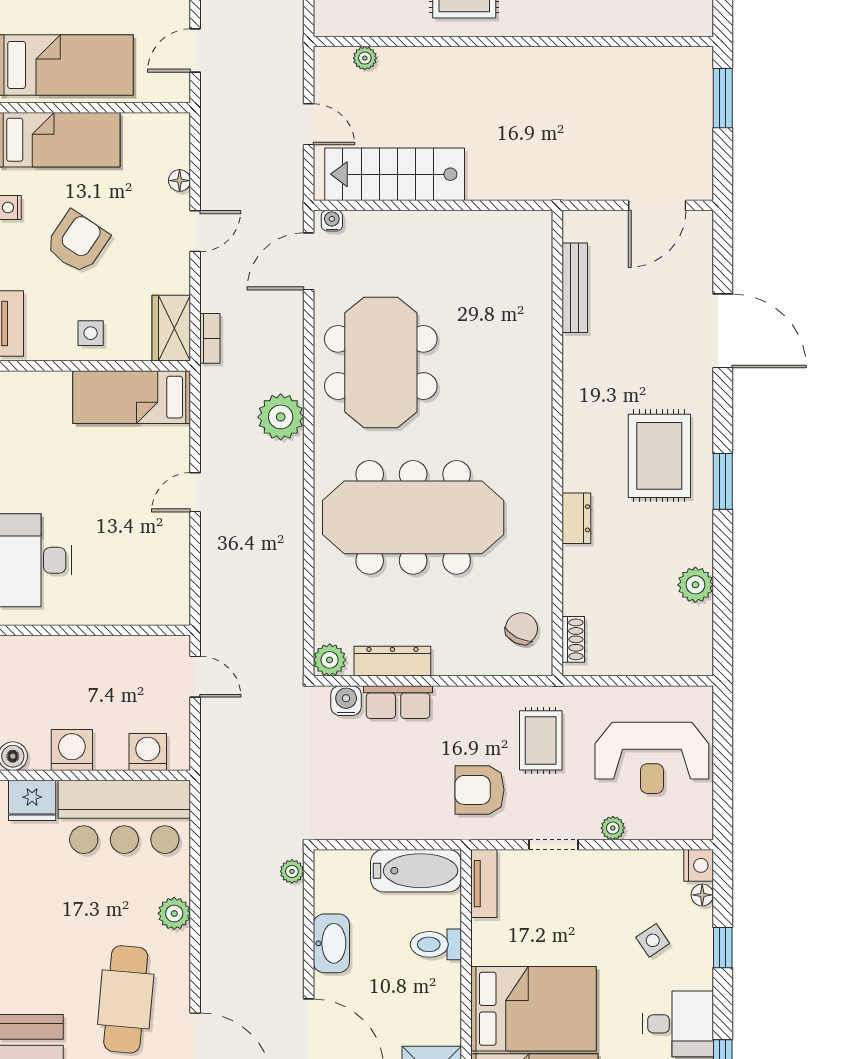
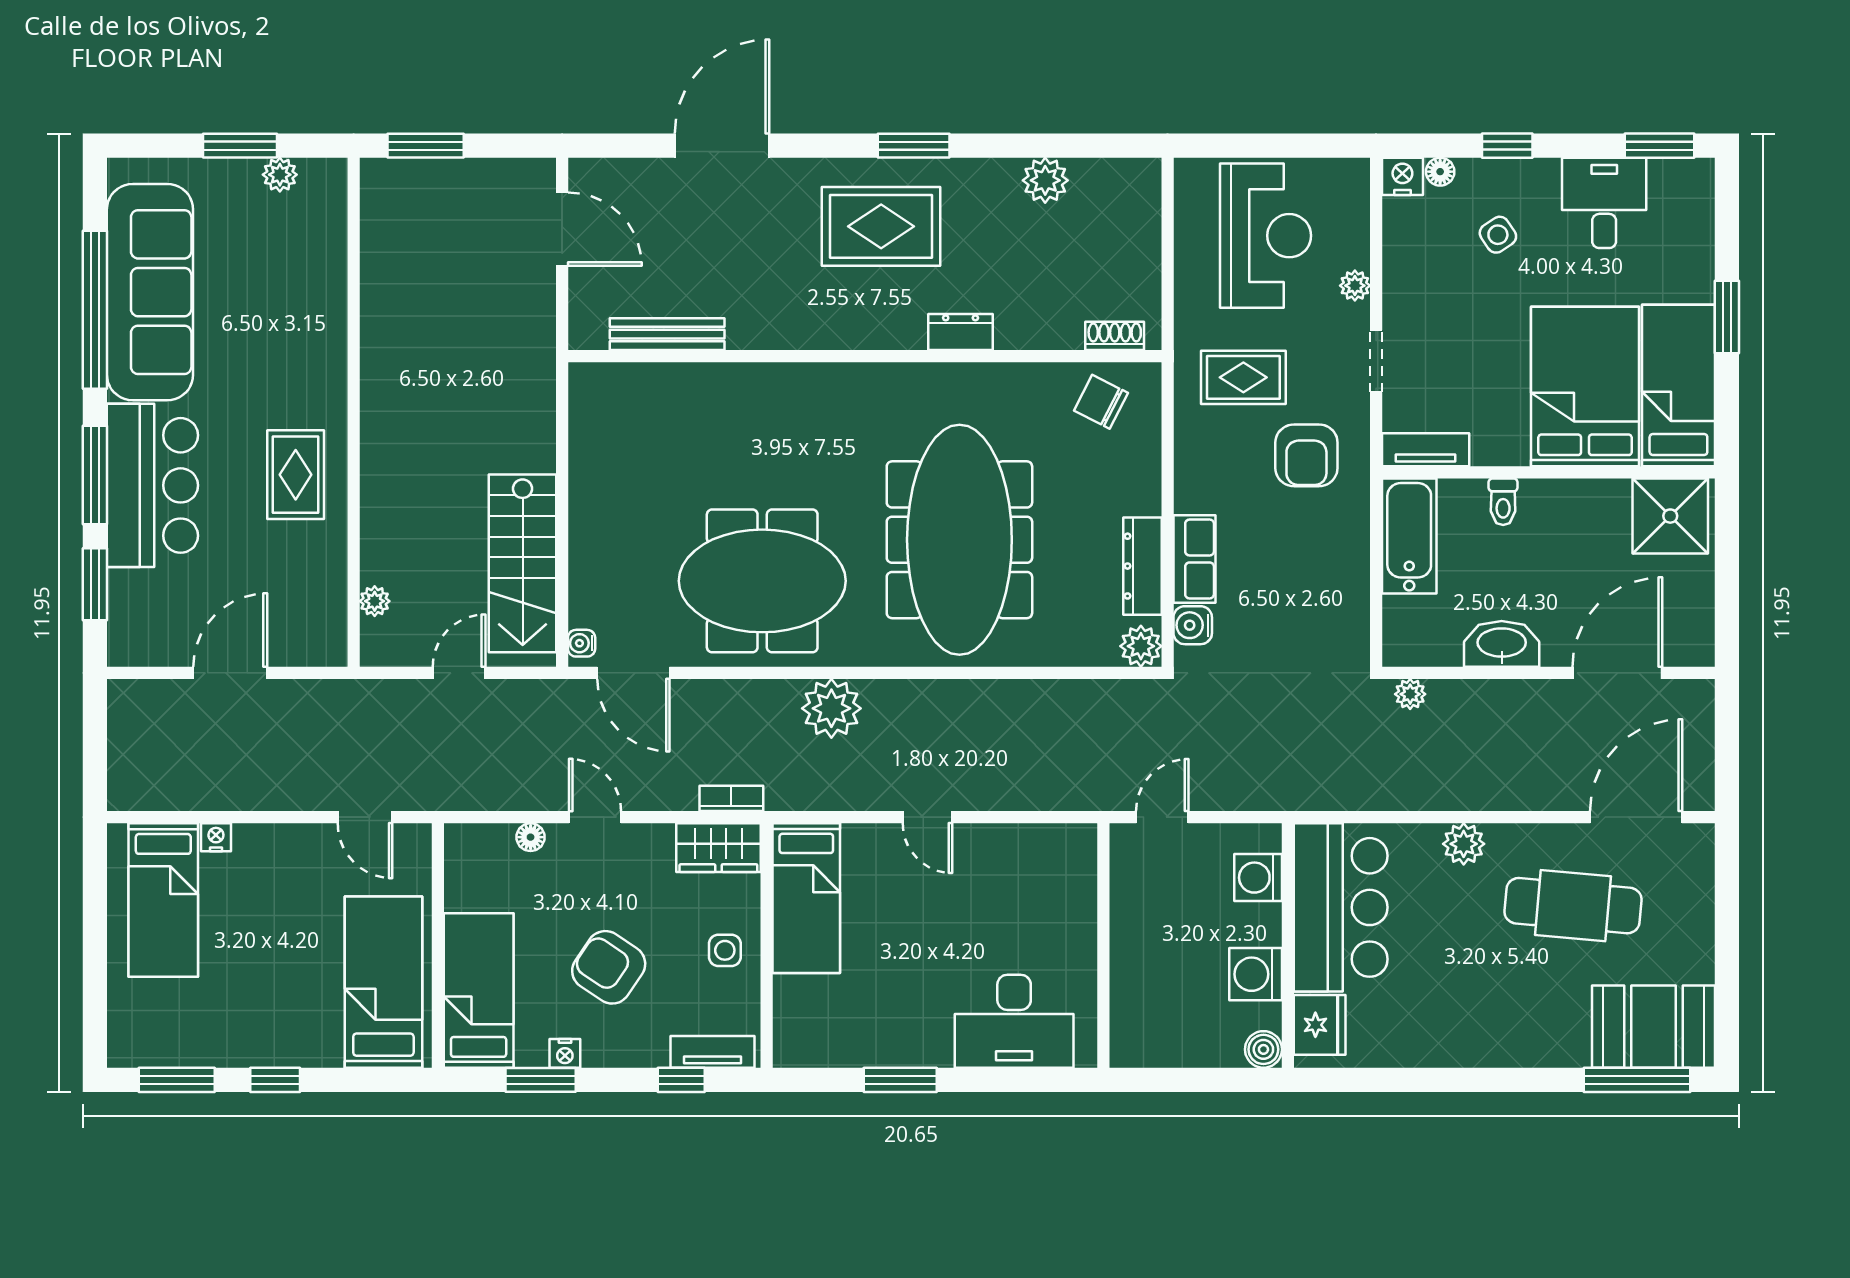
toilet: (436, 944) -> (1503, 502), width x0.73, depth x0.72

